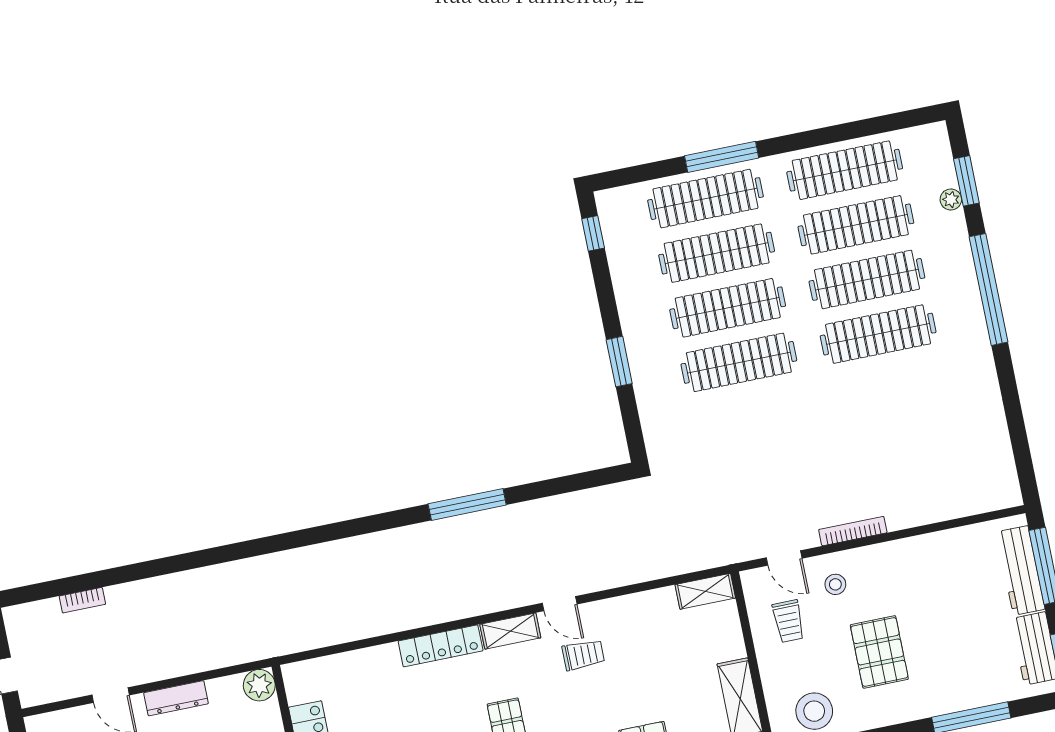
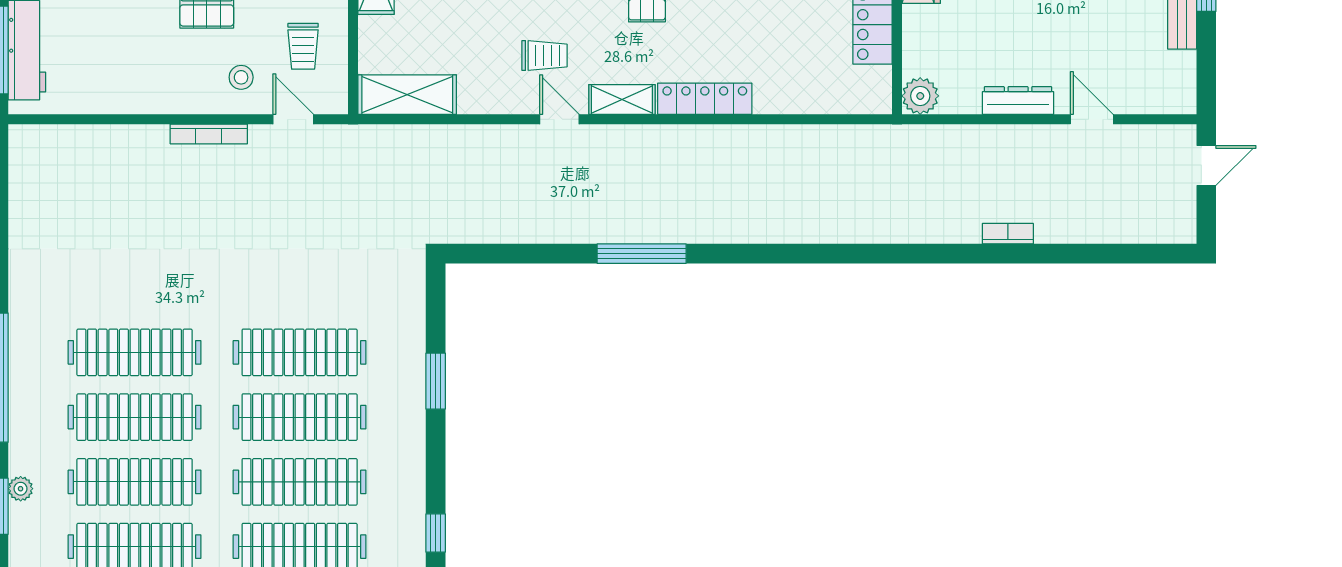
shelving: (705, 591) -> (407, 95), width x1.50, depth x1.33
bookcase: (82, 600) -> (1008, 234), moved
trolley: (788, 621) -> (303, 46), turned 180
trolley: (583, 655) -> (544, 55), turned 180

